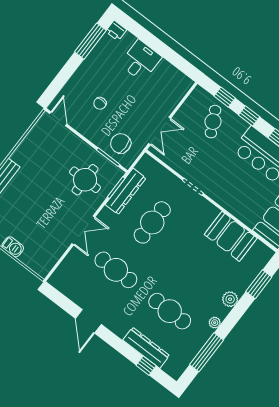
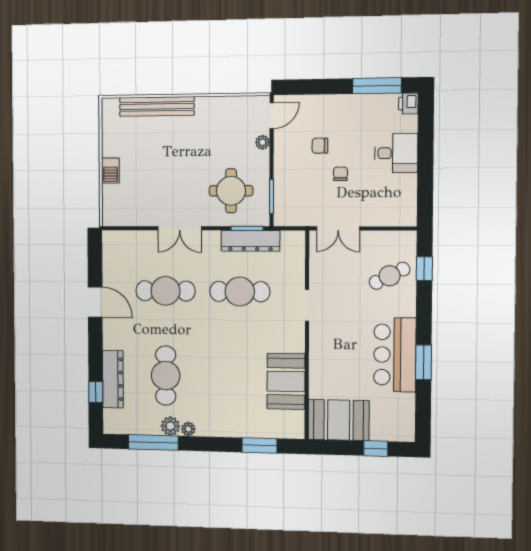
window: (249, 116) -> (424, 308), removed
plant: (70, 137) -> (263, 142), added
chair: (121, 143) -> (340, 174), moved, width x0.54, depth x0.54
cafe table: (116, 270) -> (165, 291), turned 90
plant: (230, 299) -> (170, 426), moved
door: (88, 321) -> (95, 302), swing flipped

